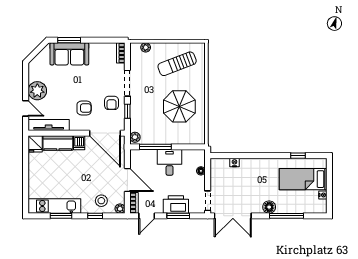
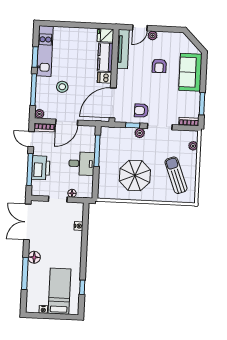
window: (69, 40) -> (202, 104), moved
plant: (37, 91) -> (153, 35), width x0.53, depth x0.53
armchair: (84, 108) -> (159, 66), moved
plant: (135, 137) -> (140, 133), moved
stool: (101, 201) -> (62, 87), moved
doorway: (208, 201) -> (58, 199), moved
window: (95, 216) -> (34, 90), width x2.17
window: (178, 216) -> (30, 169), width x1.44

